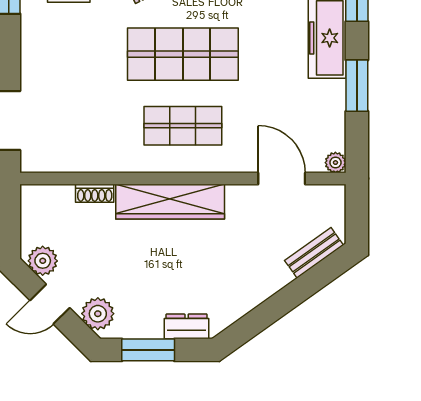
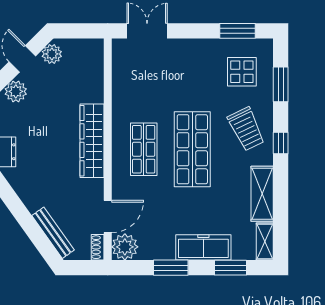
plant: (335, 163) -> (125, 247), width x1.87, depth x1.87
shoe rack: (95, 193) -> (98, 247), moved
bench: (314, 253) -> (53, 233), width x1.36

